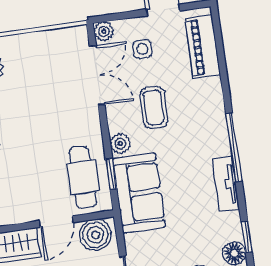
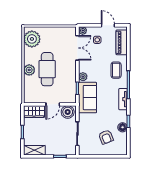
coffee table: (154, 108) -> (116, 70), moved
cafe table: (83, 177) -> (47, 69), moved, width x1.37, depth x1.35

